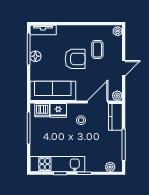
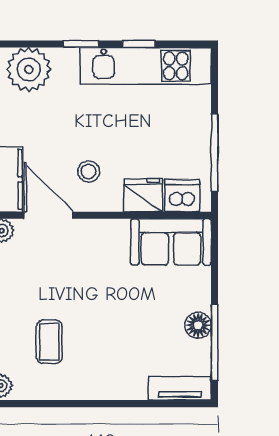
armchair: (75, 59) -> (103, 319), removed
sofa: (53, 91) -> (171, 242), width x0.73
door: (98, 102) -> (49, 215), swing flipped
plant: (110, 167) -> (29, 69), width x1.88, depth x1.88

